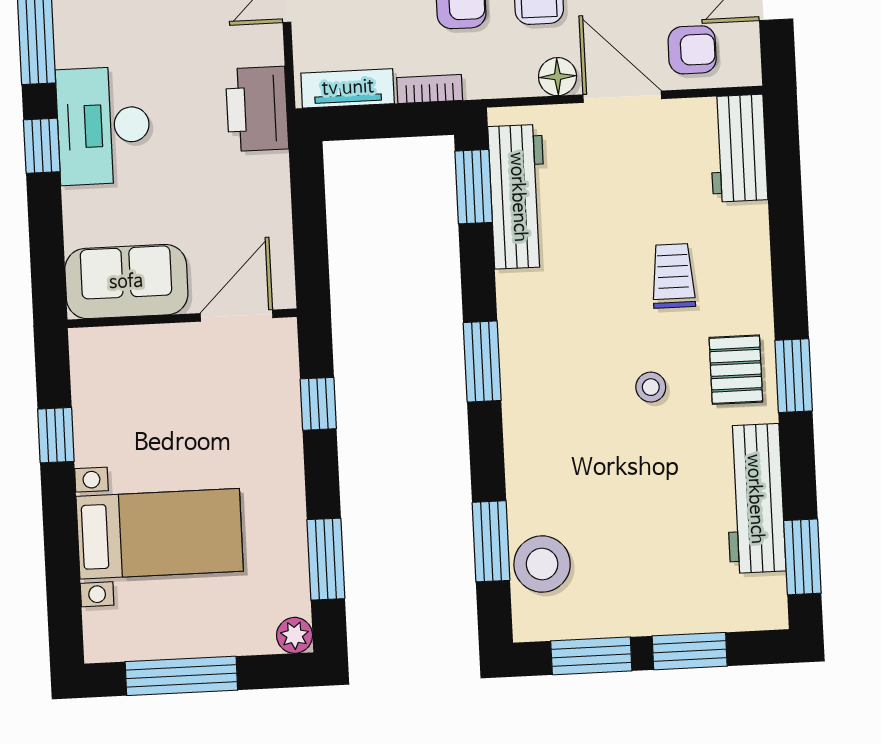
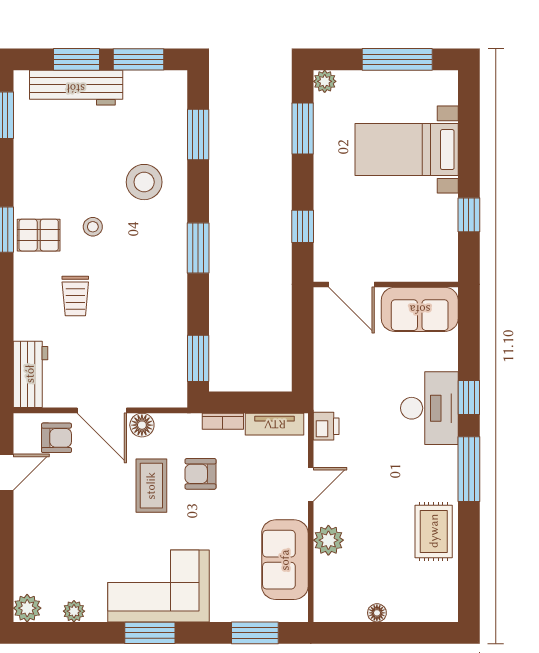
armchair: (692, 50) -> (56, 438), turned 180
printer: (257, 109) -> (326, 426), width x0.53, depth x0.68
workbench: (518, 197) -> (171, 351), removed
door: (237, 316) -> (351, 284), hinge flipped
pallet: (736, 370) -> (39, 235), turned 90
workbench: (755, 499) -> (76, 88), moved, turned 90
stool: (542, 564) -> (144, 182), moved

